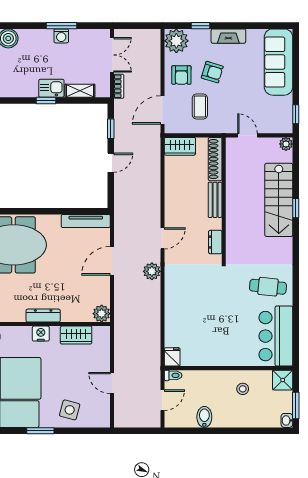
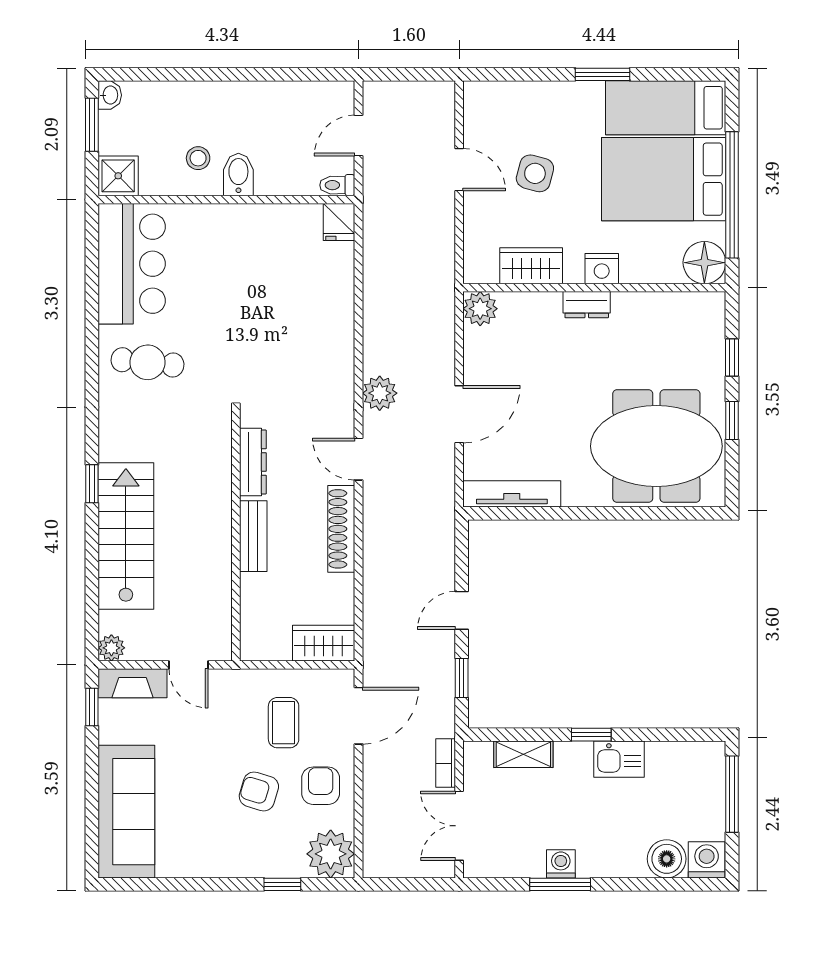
fireplace: (228, 36) -> (132, 683), moved, turned 180
kitchen sink: (51, 88) -> (619, 759), moved
shoe rack: (215, 159) -> (341, 529), moved, turned 180
window: (296, 208) -> (92, 484), moved
door: (162, 238) -> (359, 459), hinge flipped
dresser: (215, 242) -> (253, 462), width x1.44
dresser: (43, 316) -> (587, 305), width x0.70
side table: (70, 410) -> (535, 173), moved
bidet: (204, 417) -> (238, 175), moved, turned 180

